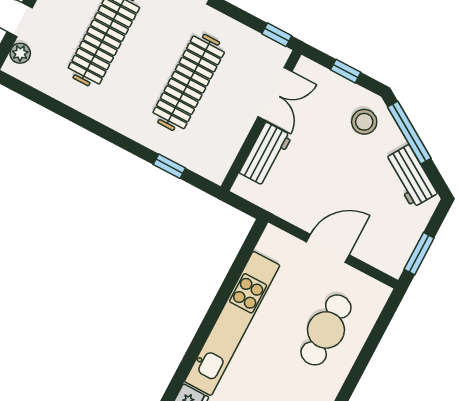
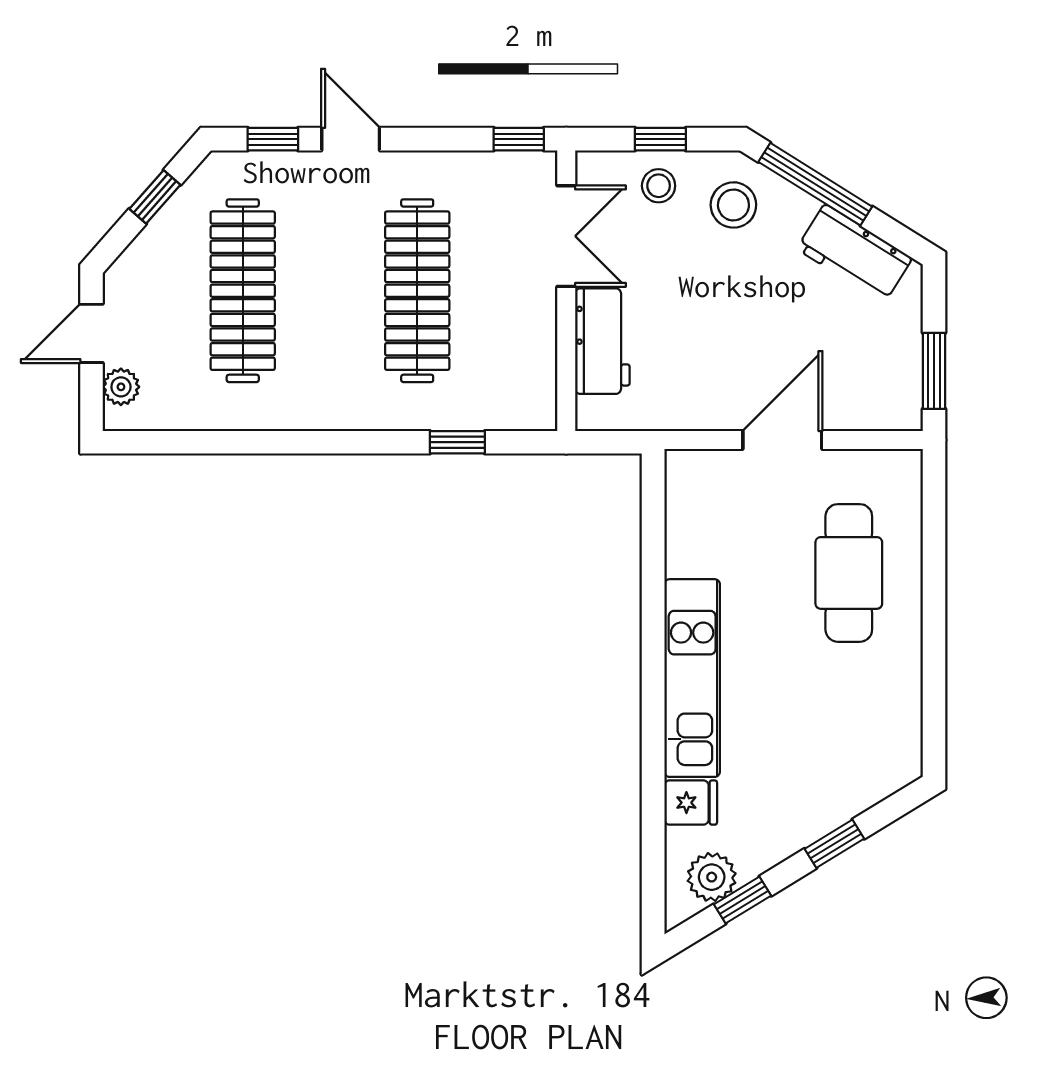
stool: (333, 93) -> (659, 186), added
kitchen unit: (232, 323) -> (692, 678), width x0.73

